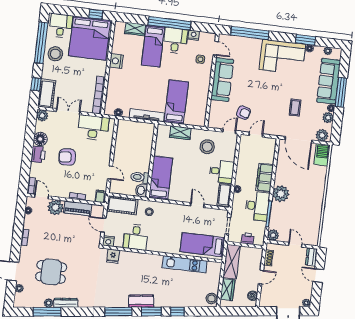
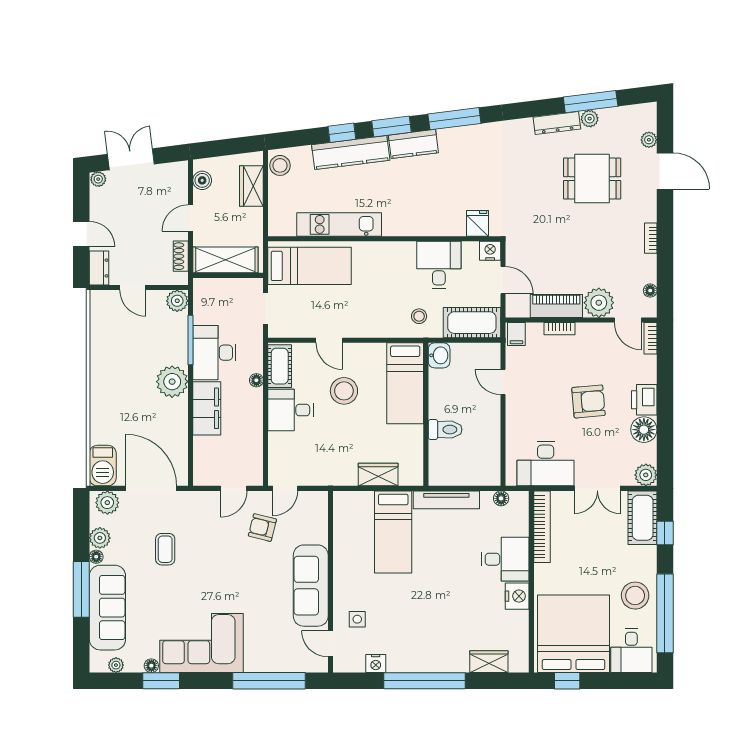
desk: (175, 41) -> (505, 559), moved, turned -90
bed: (153, 46) -> (451, 634), removed
stool: (207, 147) -> (344, 391), moved
toilet: (140, 177) -> (445, 430), moved
printer: (248, 239) -> (225, 288), removed
shelving: (232, 262) -> (225, 260), moved, turned 90
kitchen counter: (174, 301) -> (351, 153), added

